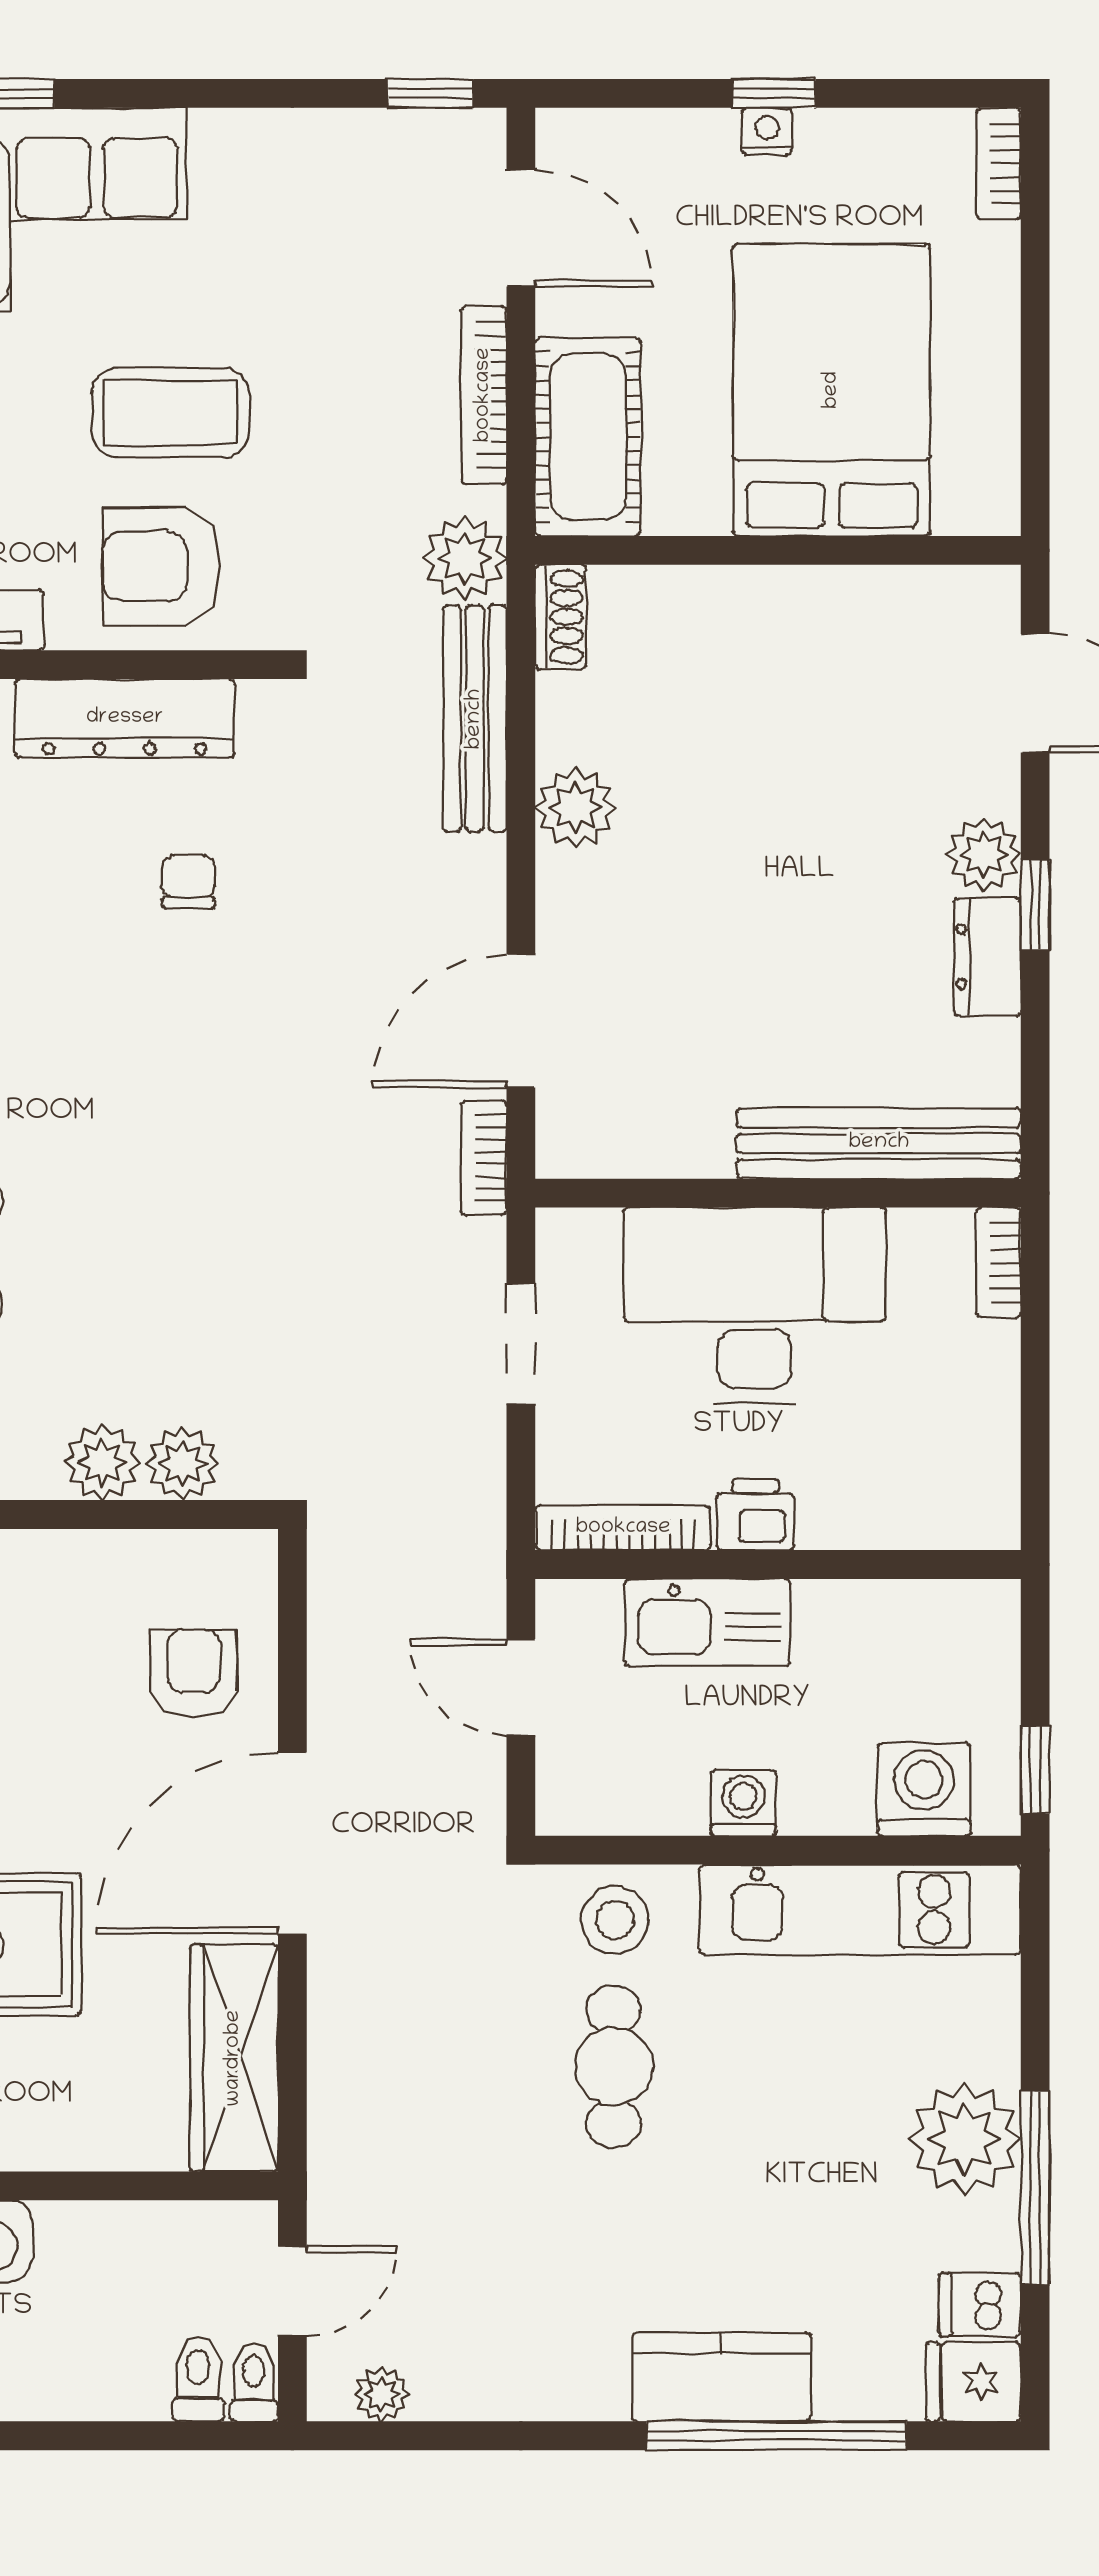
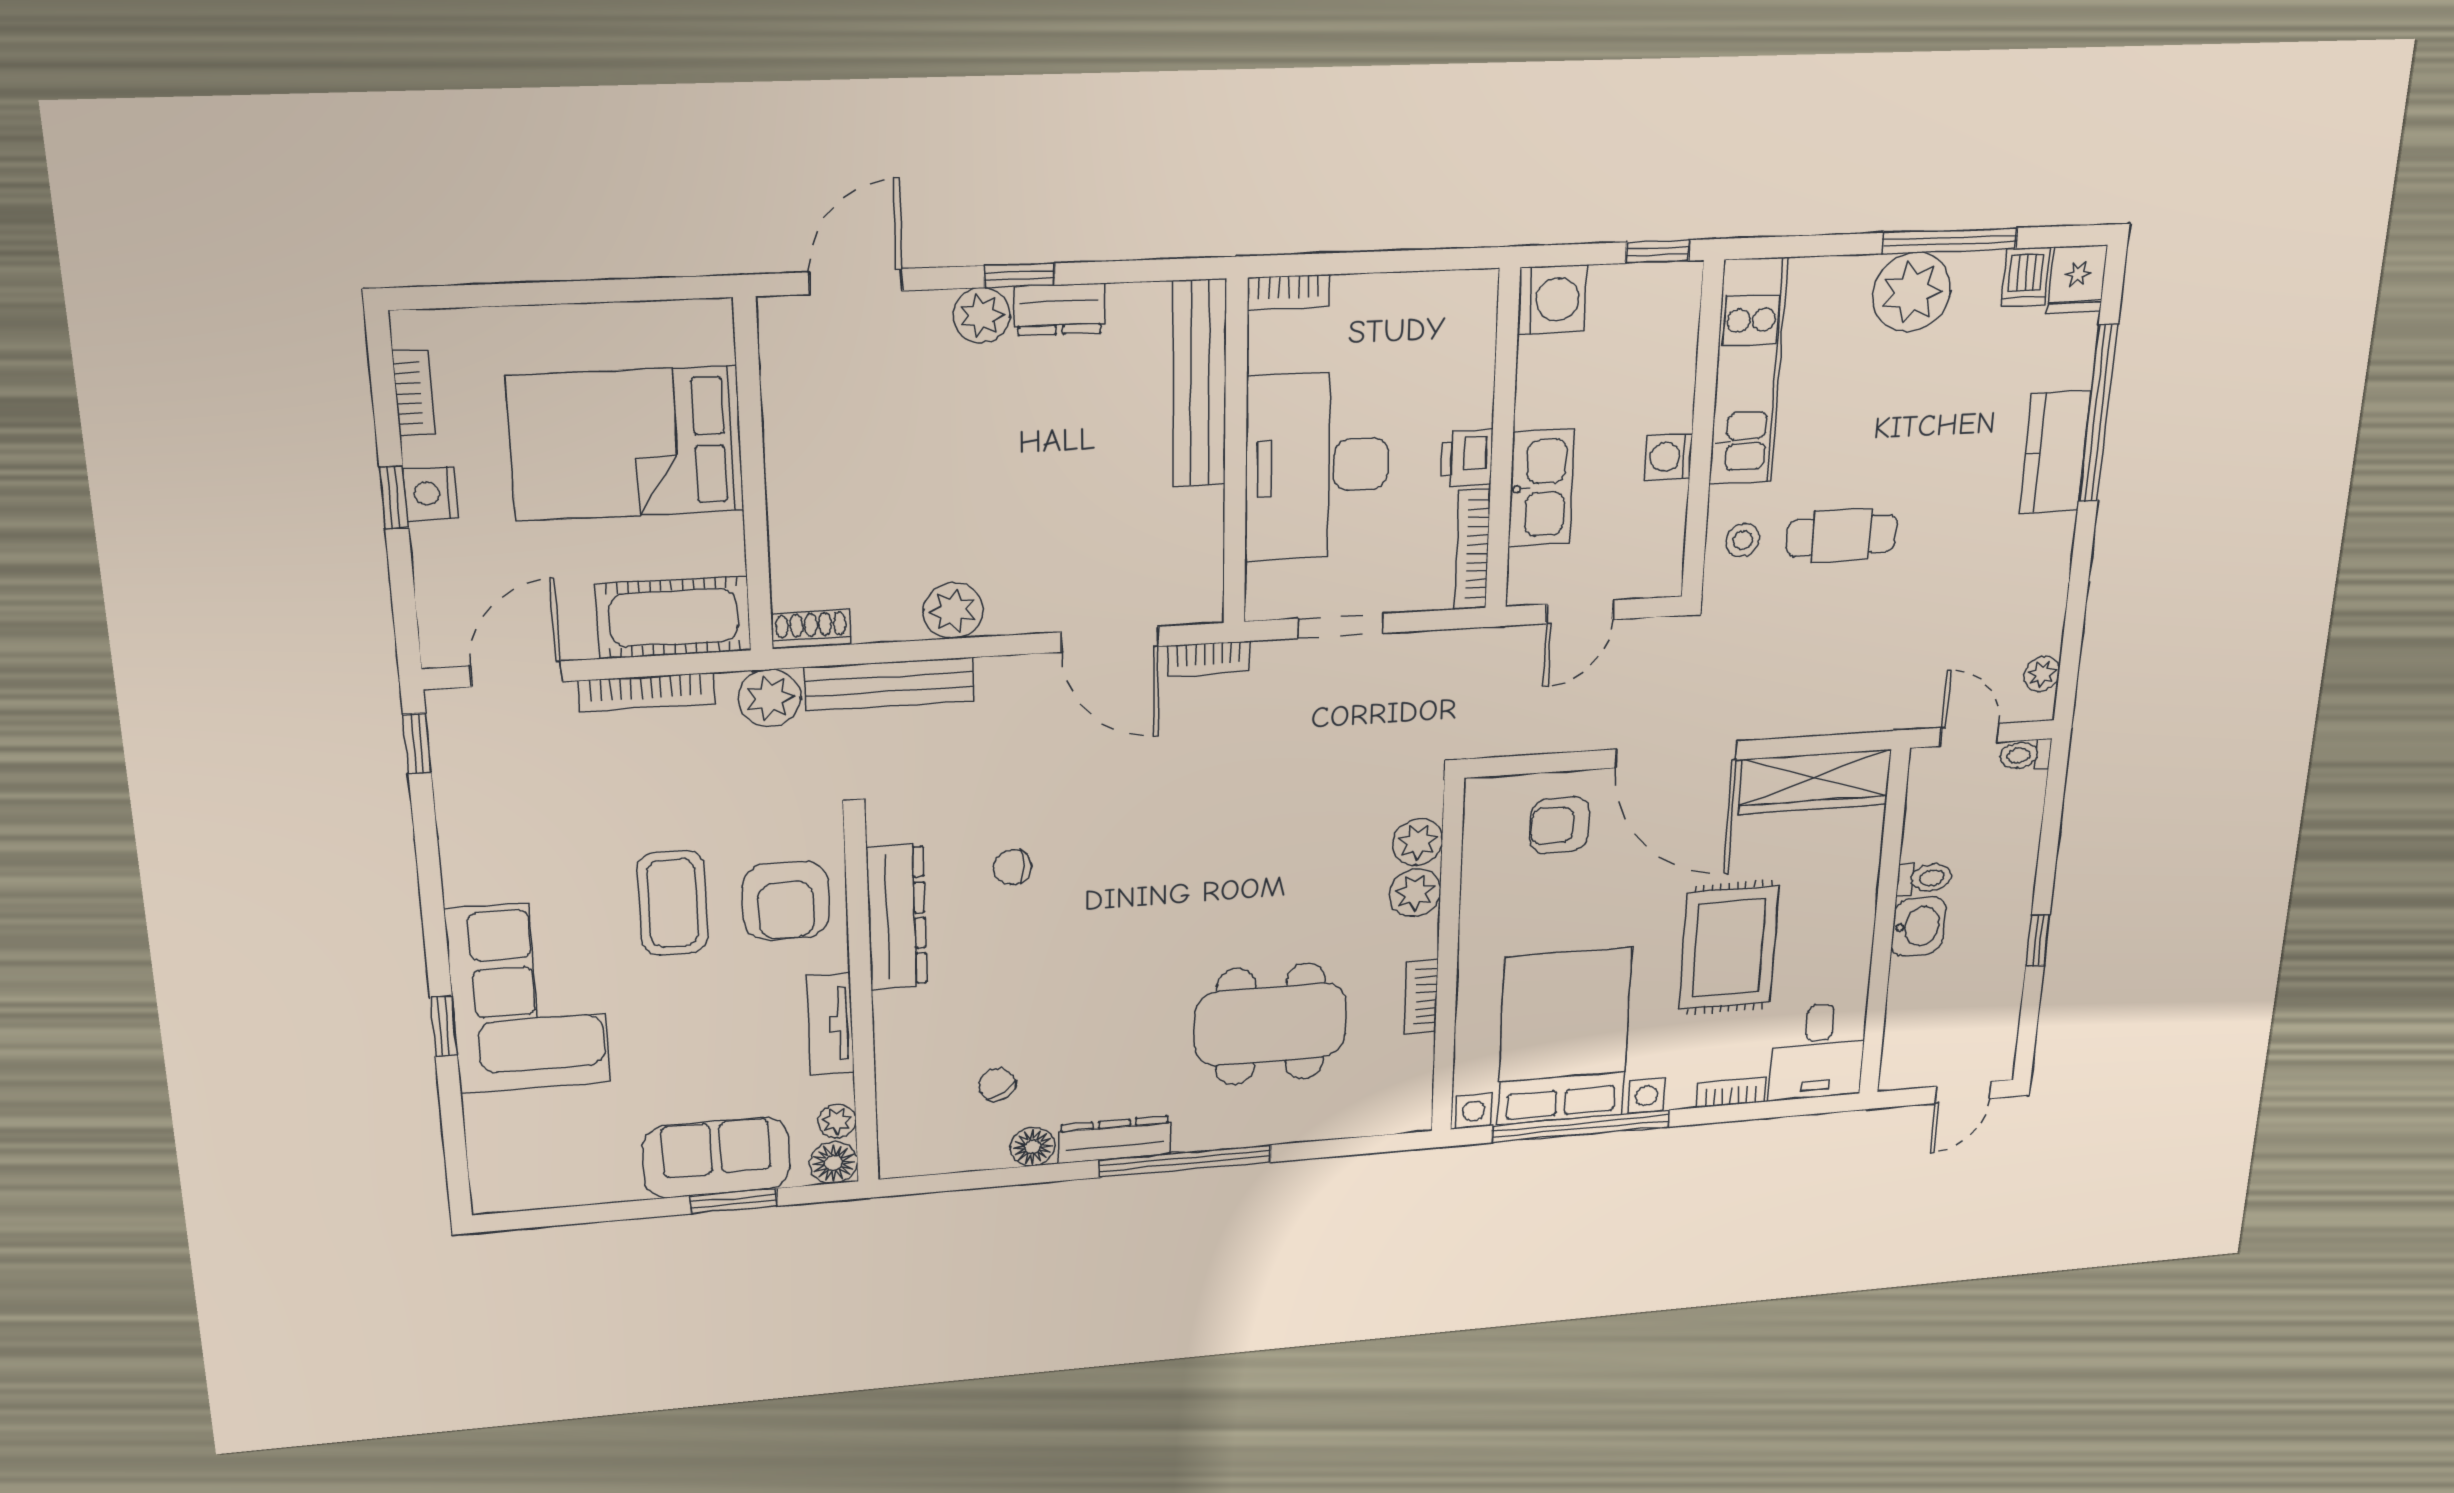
nightstand: (767, 131) -> (431, 493), width x1.39, depth x1.35
bookcase: (998, 164) -> (414, 393), moved, turned -90
washing machine: (924, 1789) -> (1552, 300), moved, turned 180
stool: (615, 1920) -> (1743, 540), width x0.73, depth x0.73
toilet: (198, 2379) -> (1924, 878), moved, turned 180

